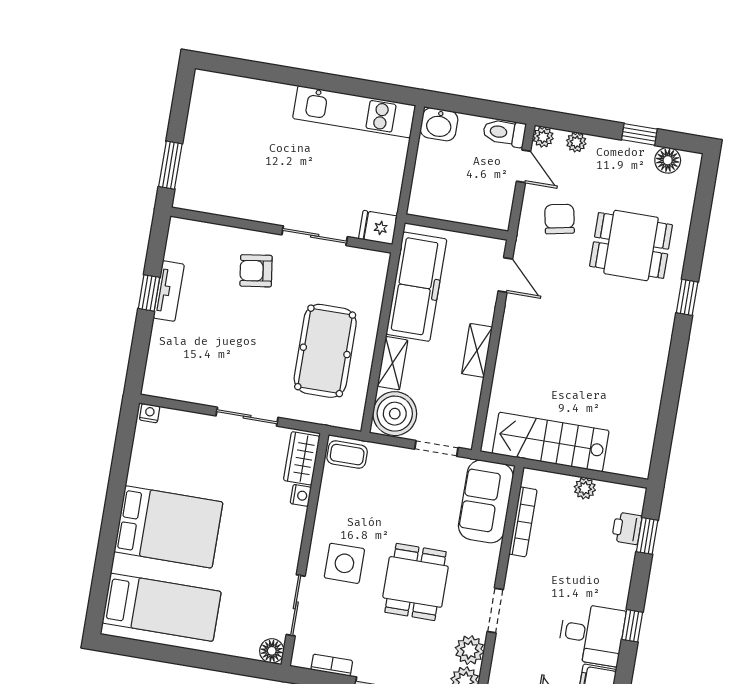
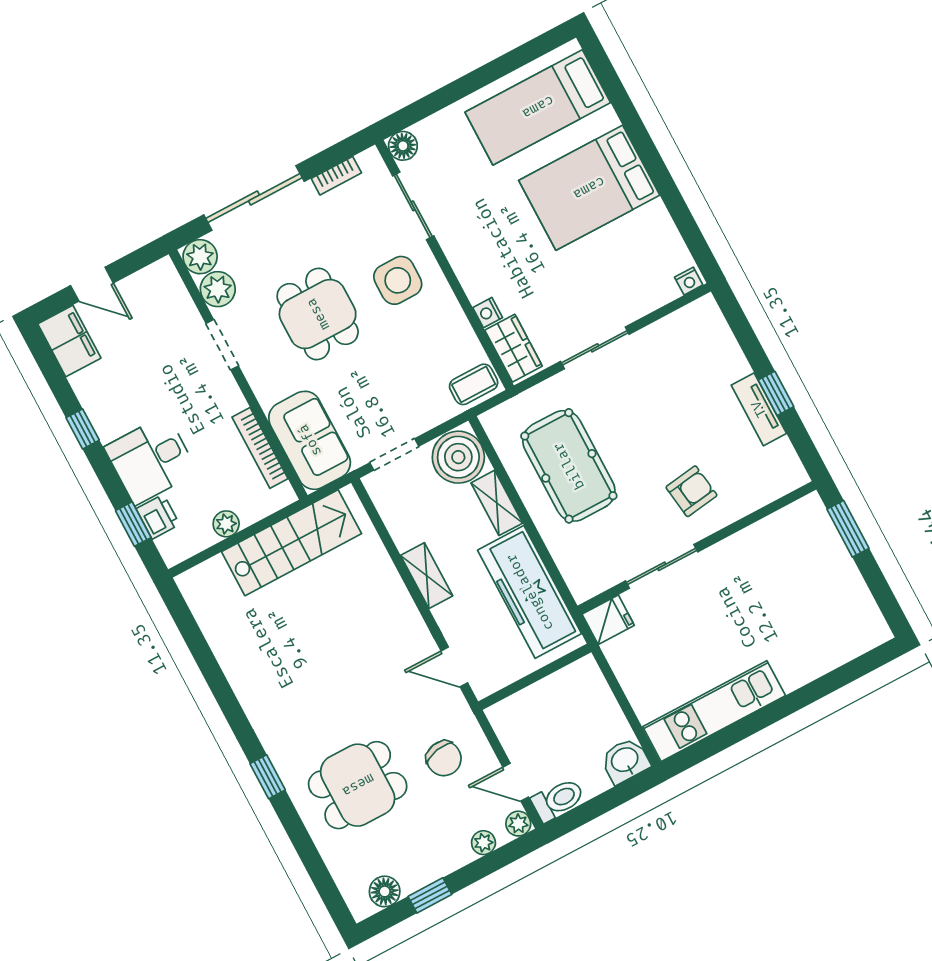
desk: (592, 634) -> (151, 460), moved

